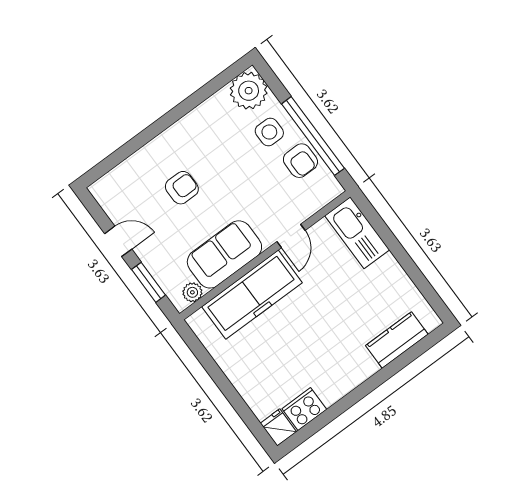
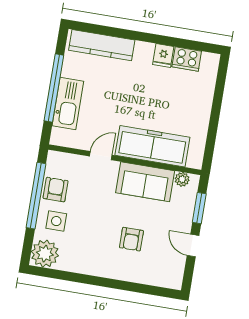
armchair: (182, 188) -> (131, 239), turned -90
kitchen sink: (357, 233) -> (68, 104), moved
window: (400, 254) -> (54, 88), added
kitchen counter: (397, 340) -> (102, 45), width x1.50
fridge: (278, 427) -> (163, 56), moved

